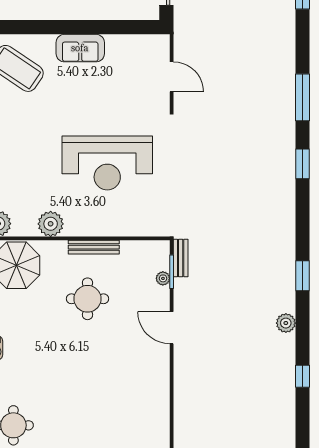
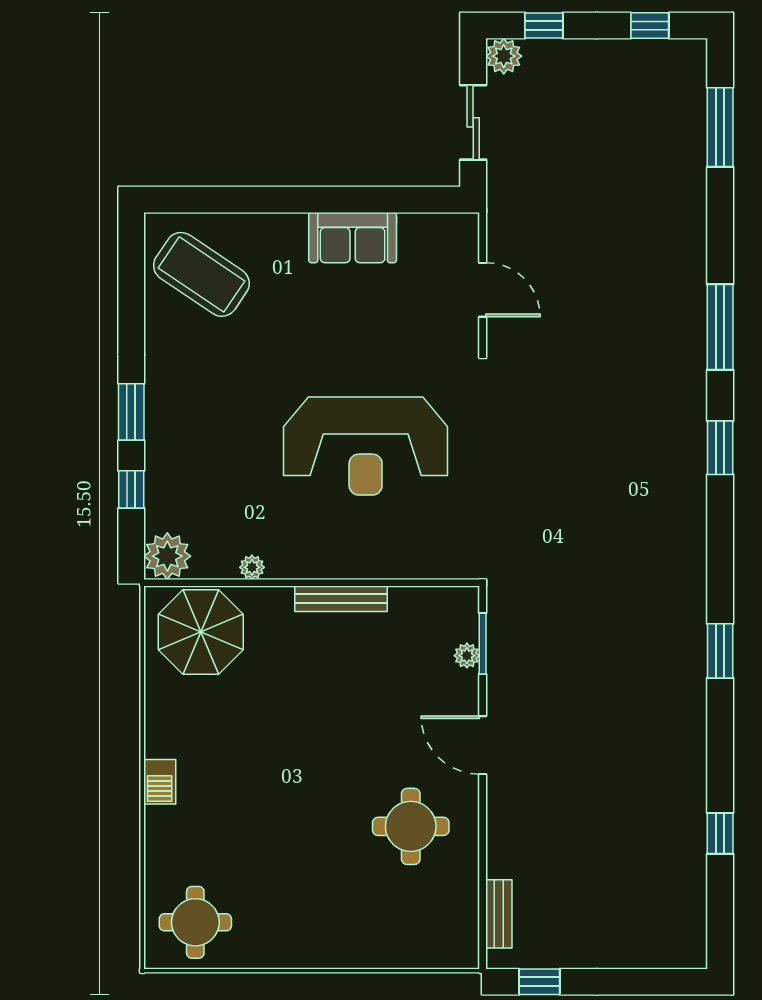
sofa: (80, 48) -> (353, 238), moved
plant: (51, 224) -> (252, 567), width x0.53, depth x0.53
bench: (181, 258) -> (499, 914), moved
round table: (87, 299) -> (411, 826), moved
plant: (286, 323) -> (690, 737), removed

